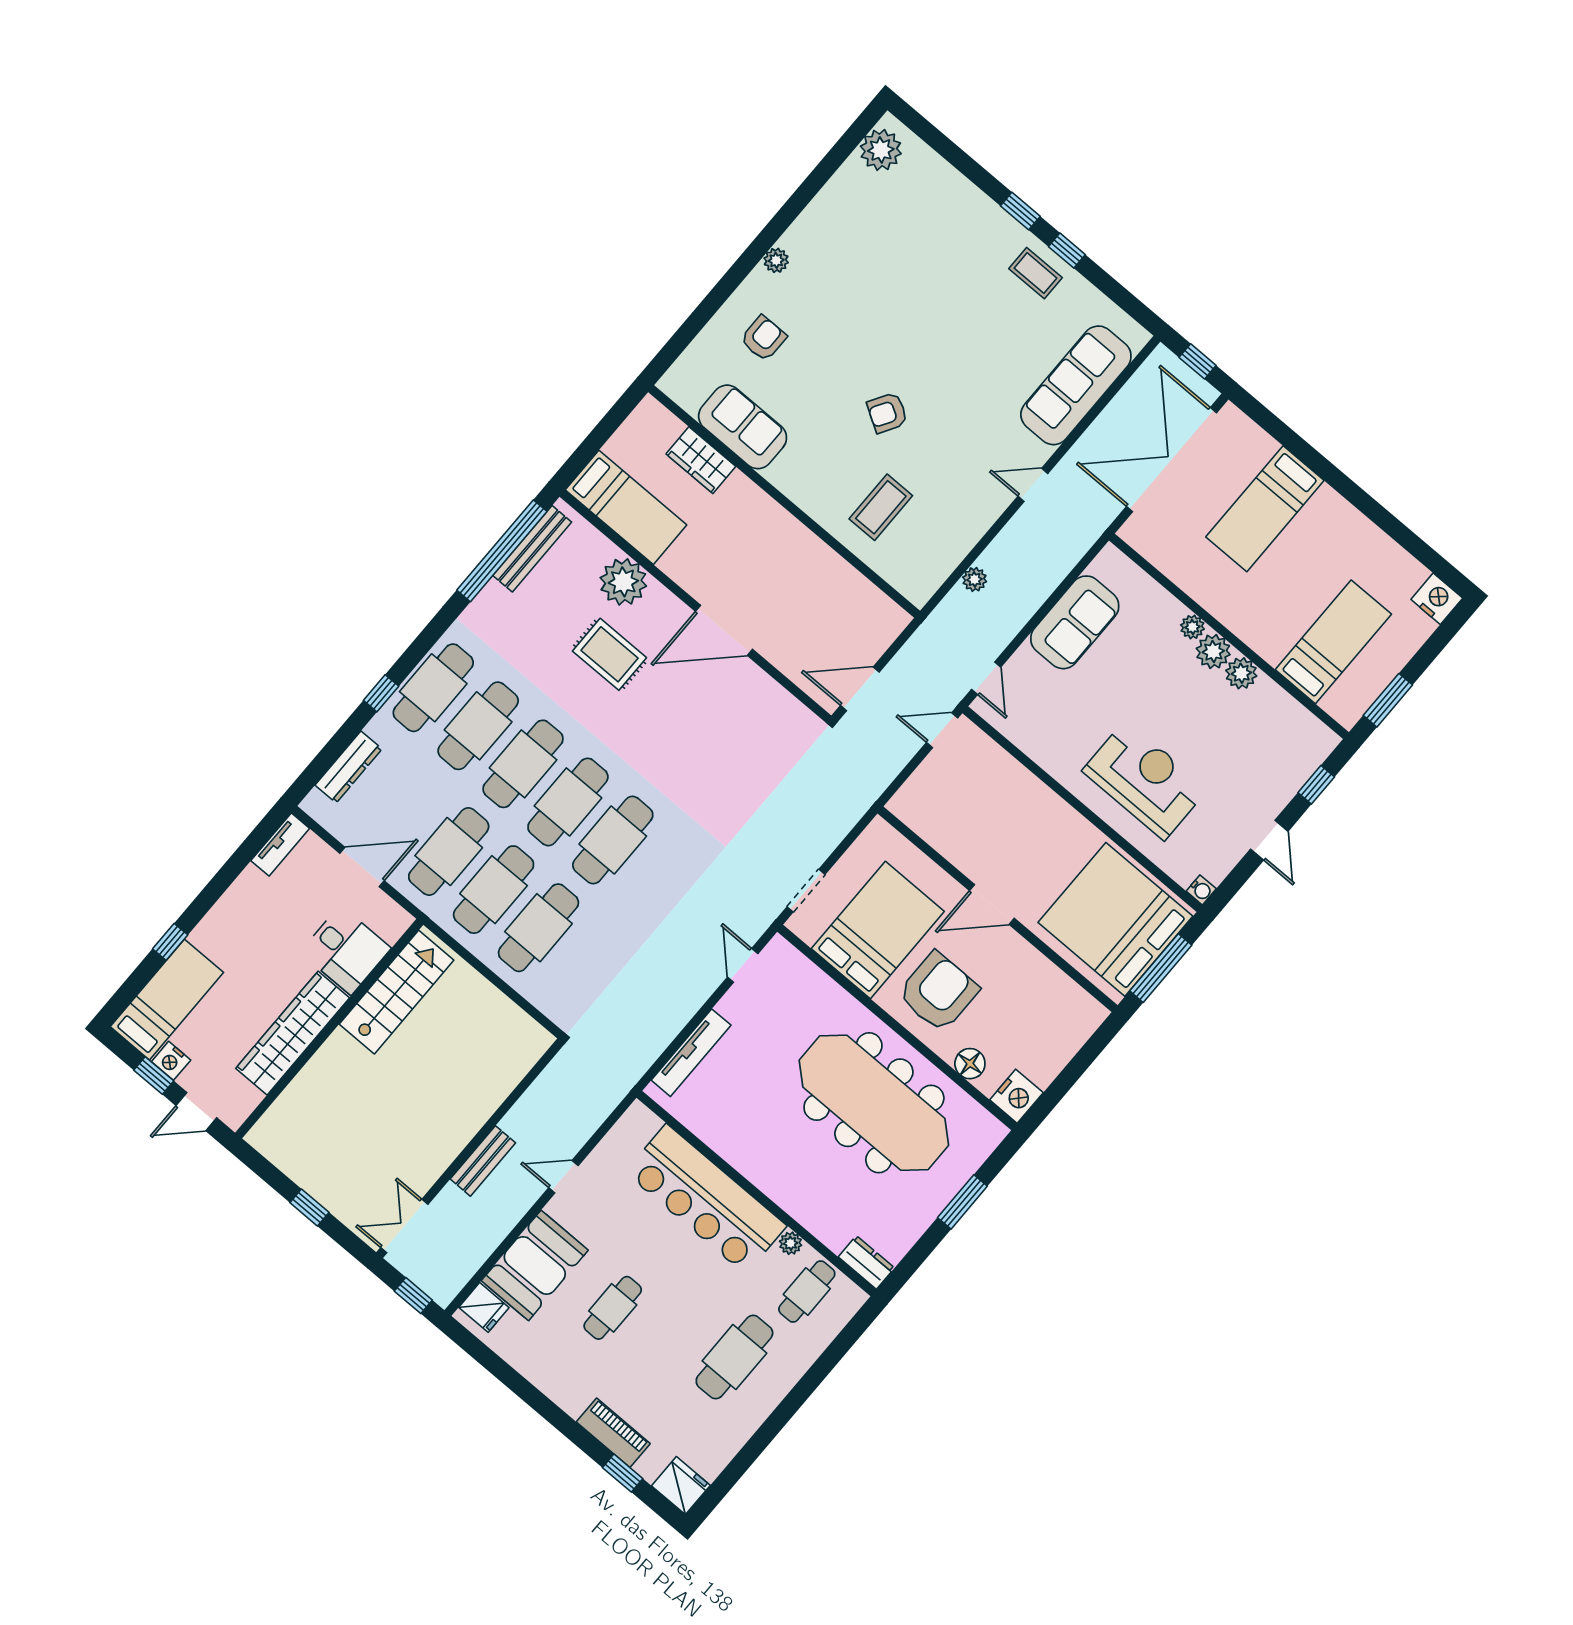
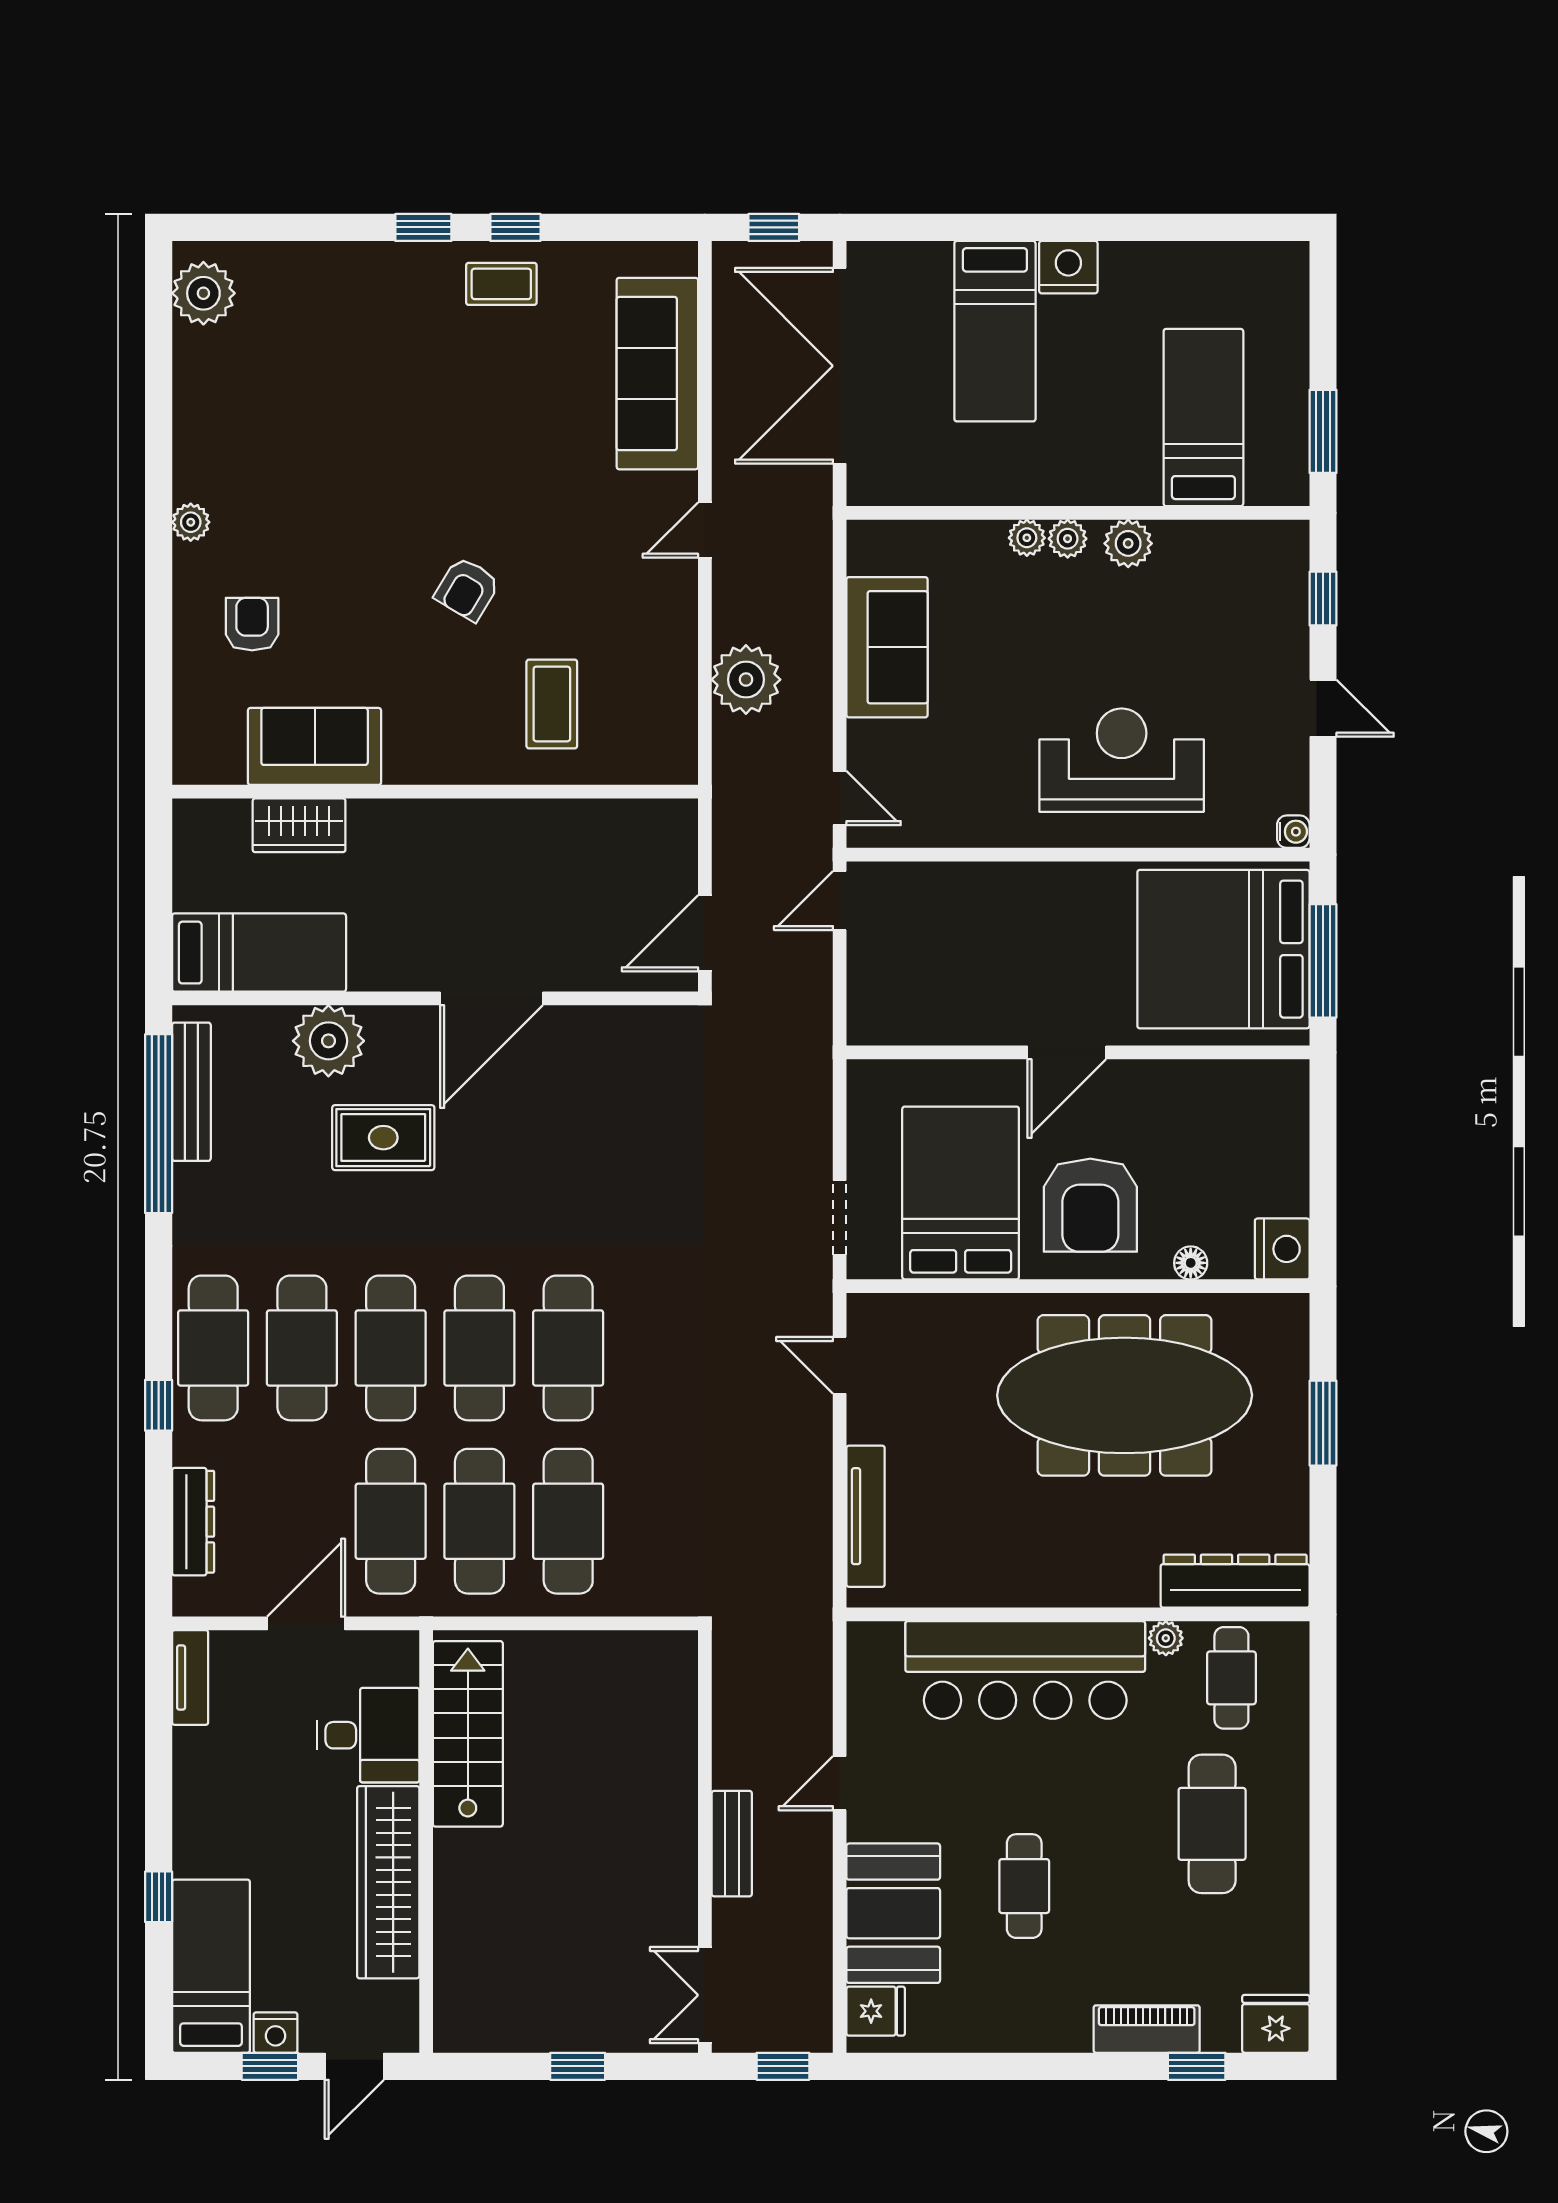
plant: (975, 579) -> (746, 680), width x1.88, depth x1.88
nightstand: (1437, 599) -> (1068, 267), moved
plant: (1213, 651) -> (1068, 539), width x0.73, depth x0.73
armchair: (938, 992) -> (1090, 1205), turned 180
floor lamp: (970, 1064) -> (1191, 1263), width x0.73, depth x0.73
dresser: (866, 1262) -> (1235, 1581), width x1.96, depth x1.24

